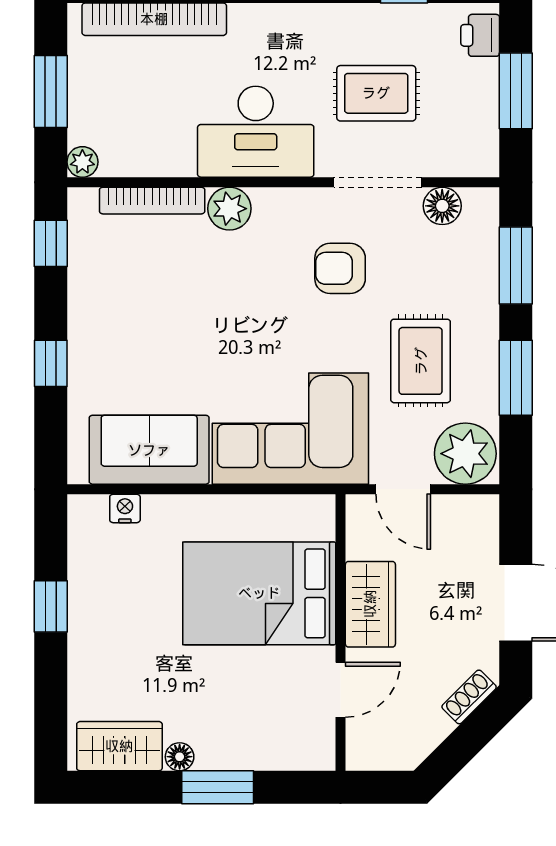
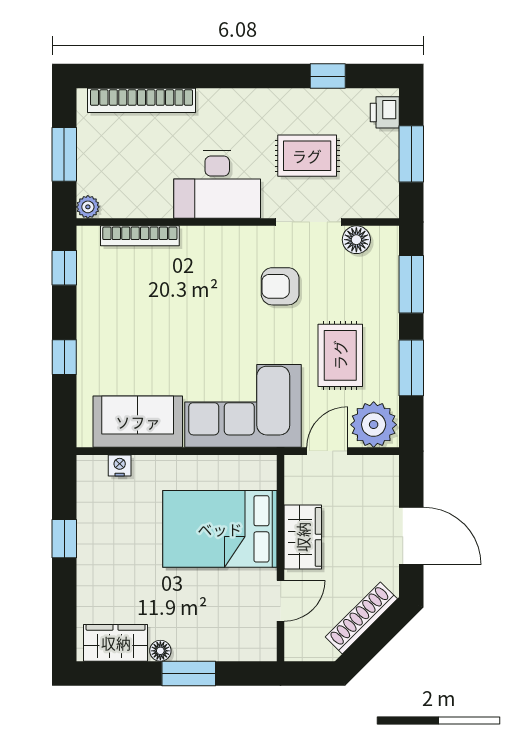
plant: (229, 209) -> (198, 242), removed
door: (403, 489) -> (327, 451), swing flipped
shoe rack: (469, 697) -> (361, 618), width x1.94, depth x1.24

